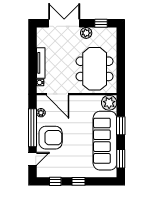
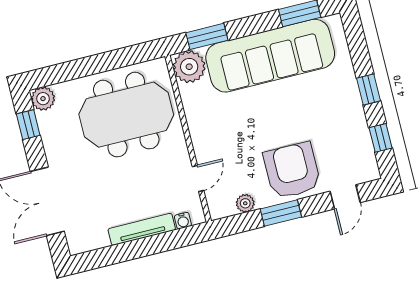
plant: (86, 33) -> (43, 99), moved
door: (57, 94) -> (198, 178), width x0.53
window: (121, 126) -> (207, 36), moved
window: (33, 128) -> (281, 213), width x0.47
door: (33, 159) -> (345, 197), swing flipped

